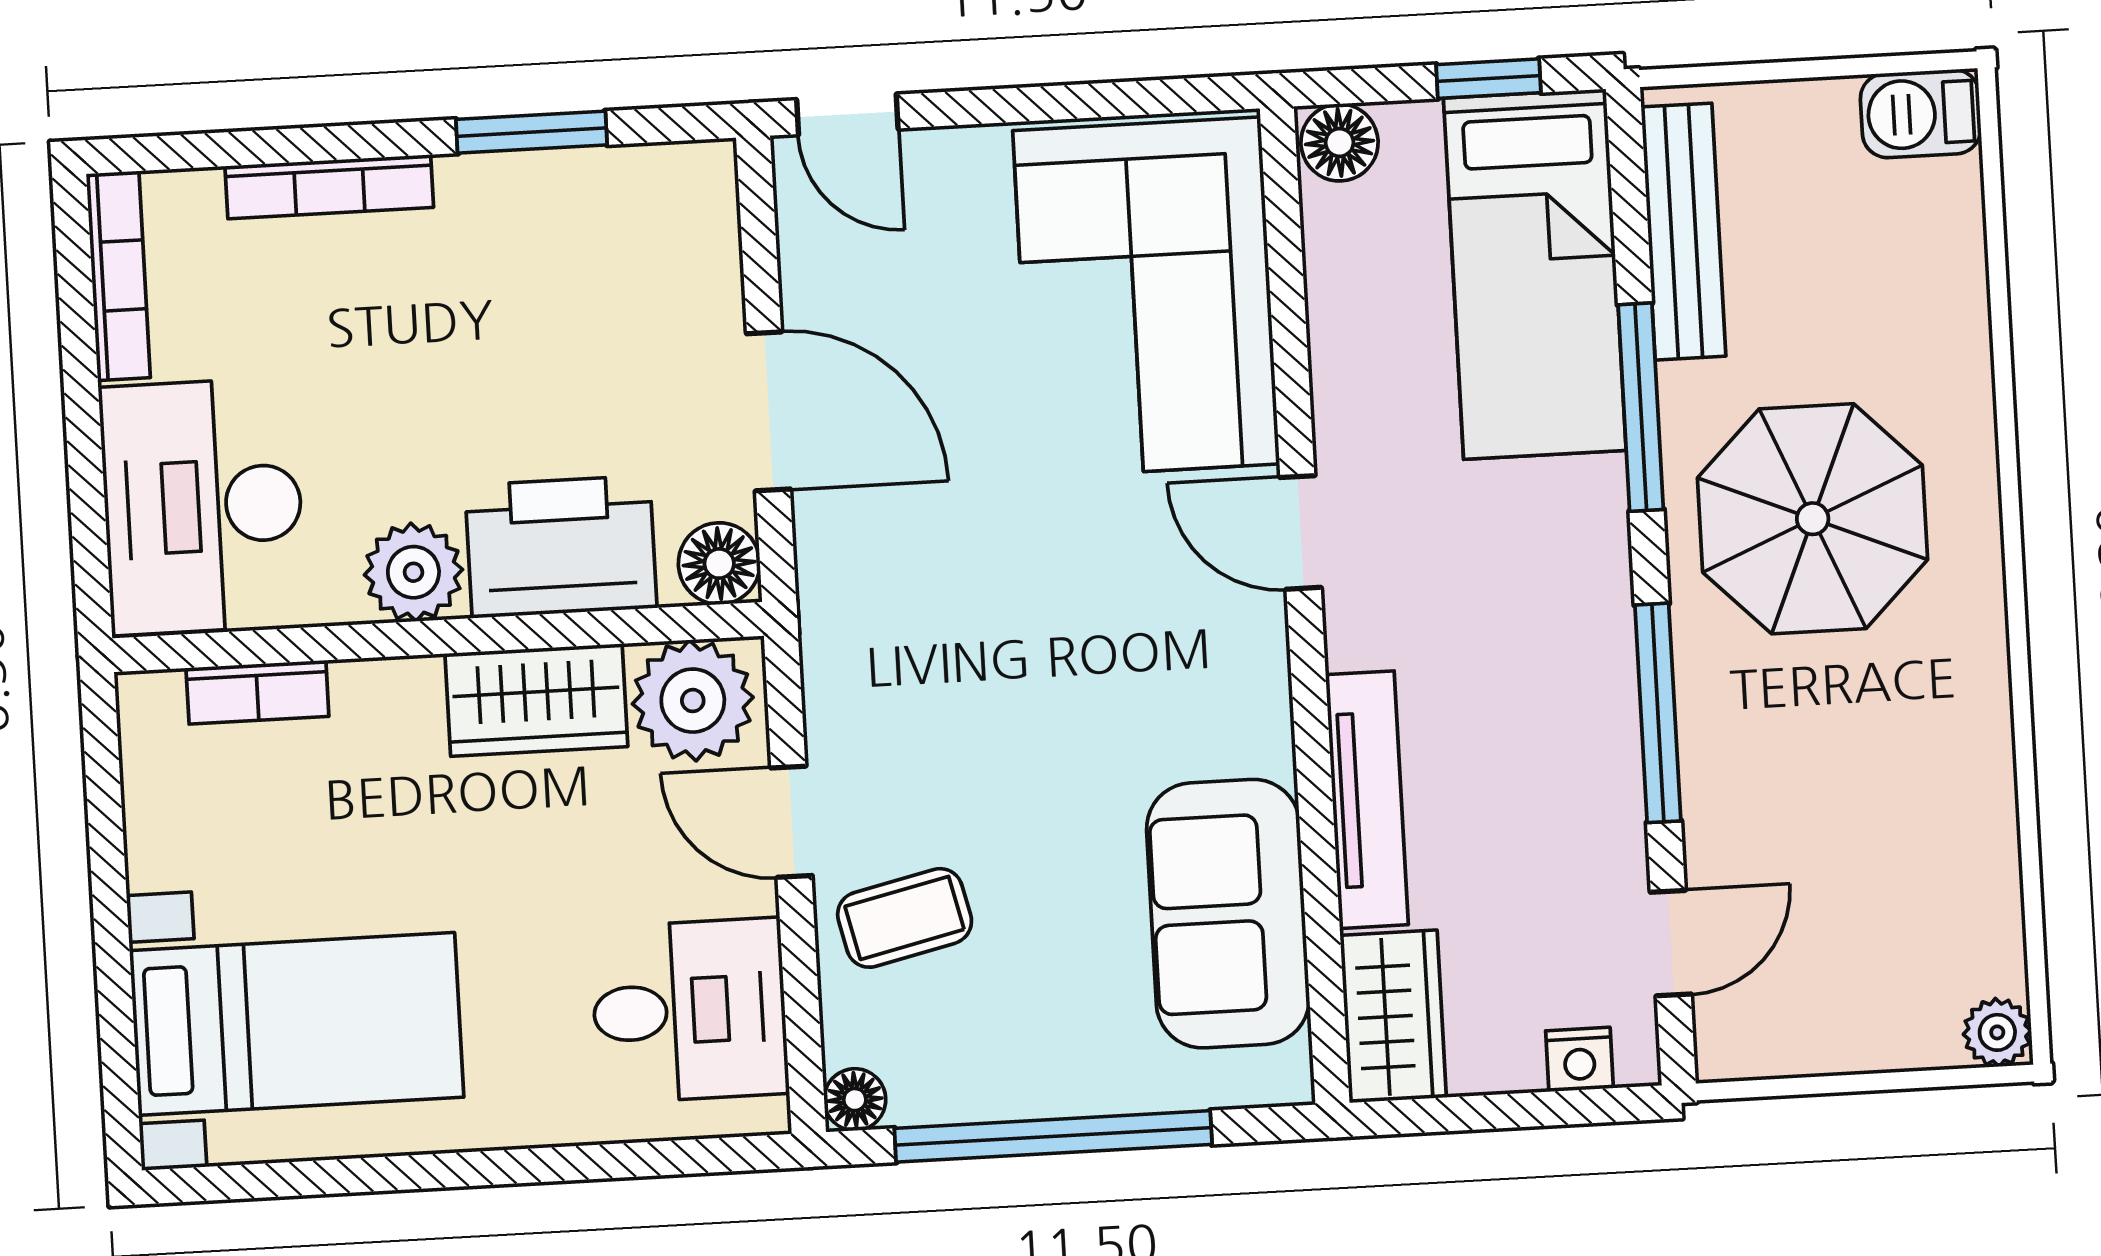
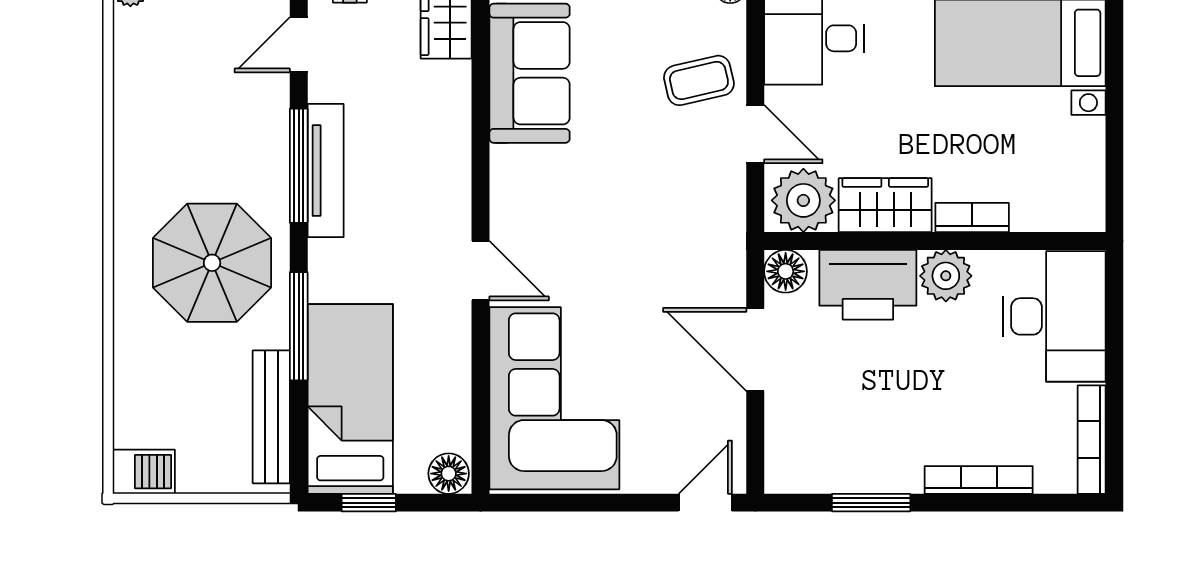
door: (847, 114) -> (705, 503), hinge flipped
bookcase: (257, 692) -> (972, 218), moved
tv unit: (1367, 800) -> (326, 171), moved, turned 180

